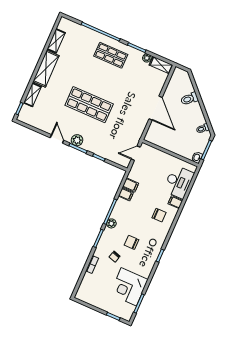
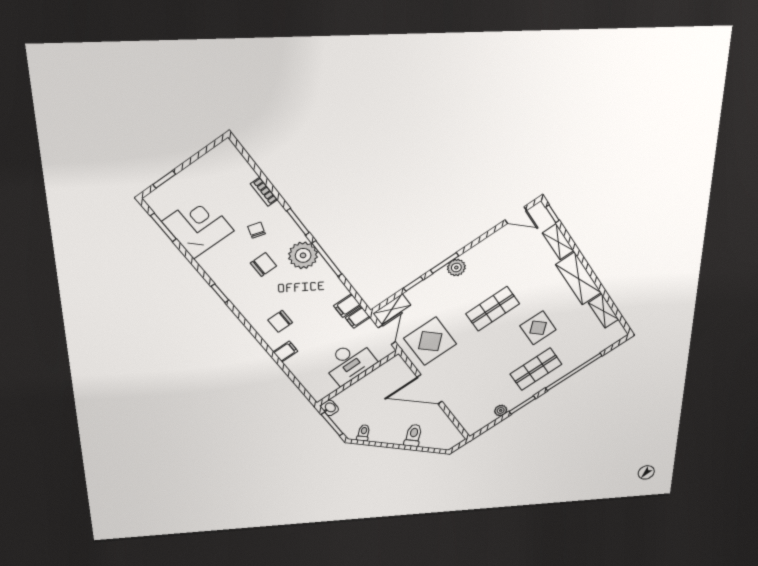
shelving: (161, 65) -> (392, 309), moved
display table: (86, 71) -> (538, 328), added
shop shelf: (89, 105) -> (493, 309), width x0.70, depth x0.74
display table: (127, 127) -> (430, 341), added
door: (57, 139) -> (516, 215), moved
desk: (179, 182) -> (349, 362), moved, turned -90
filing cabinet: (126, 194) -> (358, 317), moved
plant: (111, 223) -> (303, 255), width x1.87, depth x1.87

